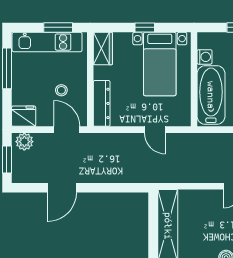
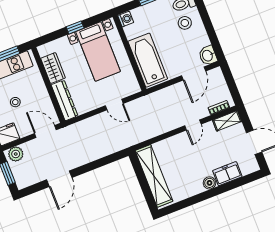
wardrobe: (103, 49) -> (53, 68), moved
washing machine: (205, 57) -> (126, 19), moved
stool: (61, 90) -> (15, 102), moved

